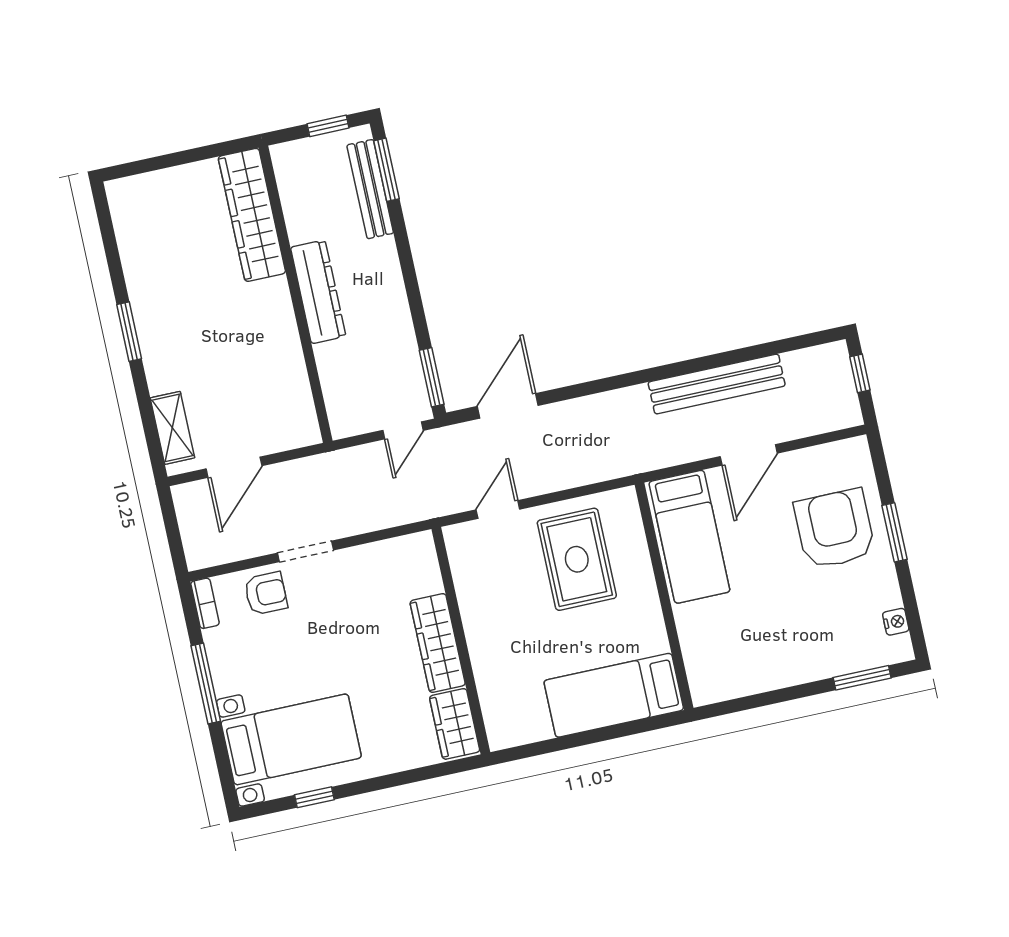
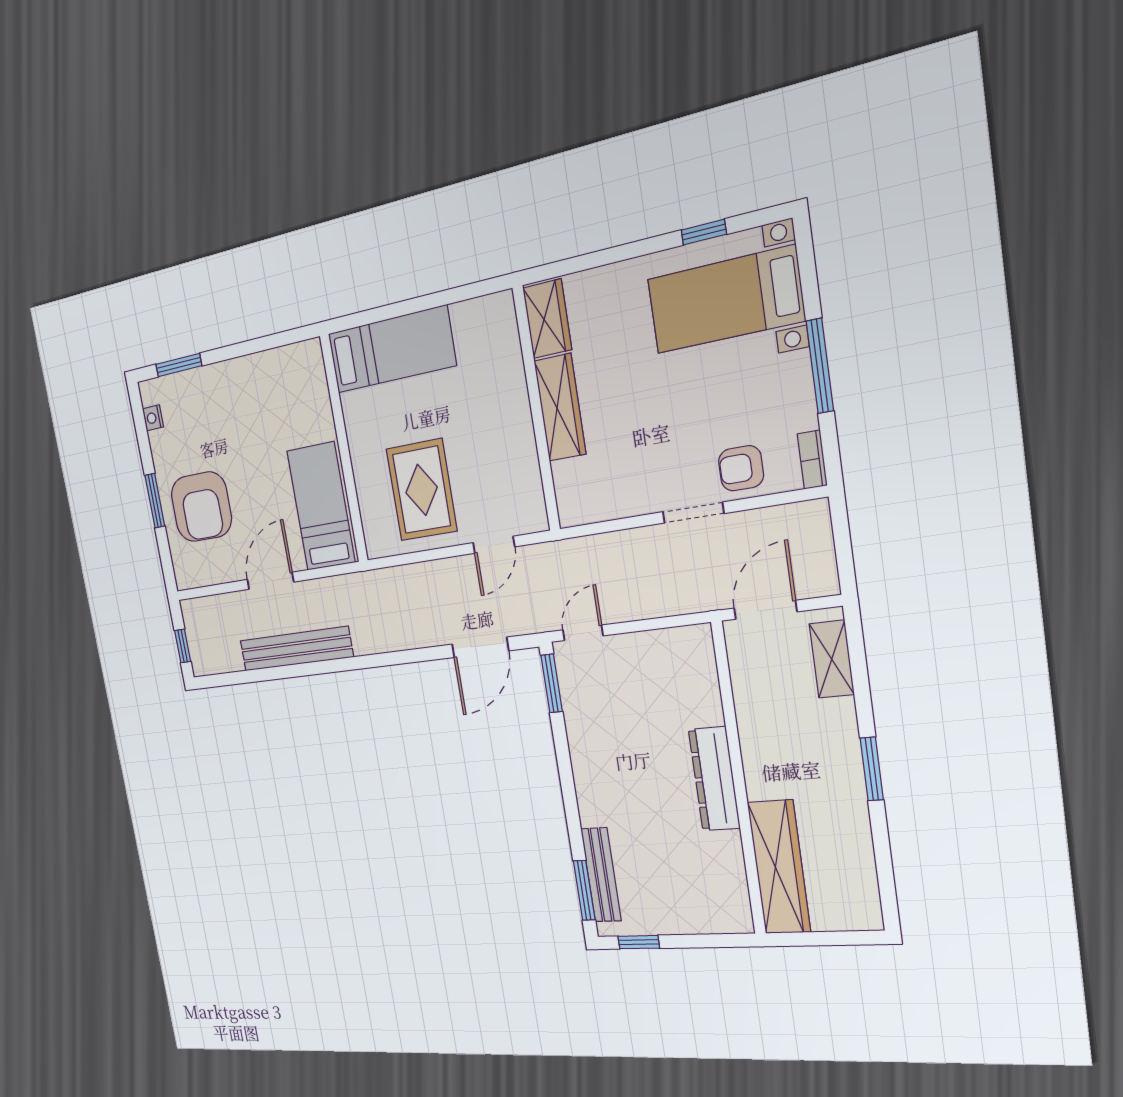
wardrobe: (252, 215) -> (779, 867), moved
dresser: (318, 292) -> (714, 779), moved
wall: (296, 294) -> (739, 780), moved

